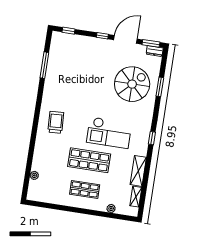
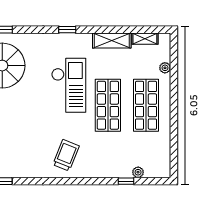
trolley: (56, 122) -> (66, 155), turned 115
window: (29, 165) -> (126, 181), added
shop shelf: (85, 189) -> (146, 105), width x1.43, depth x1.36

